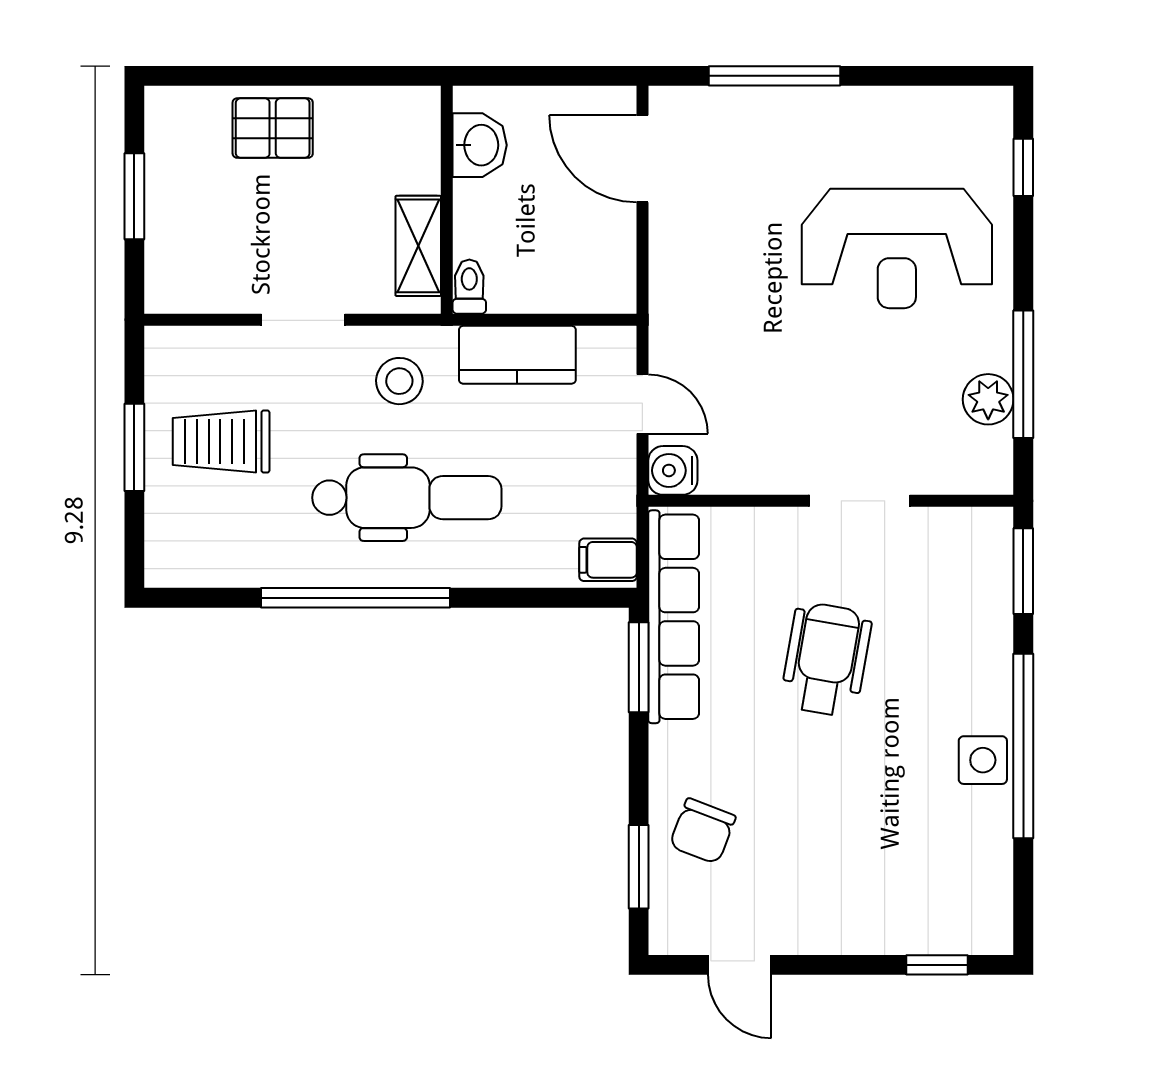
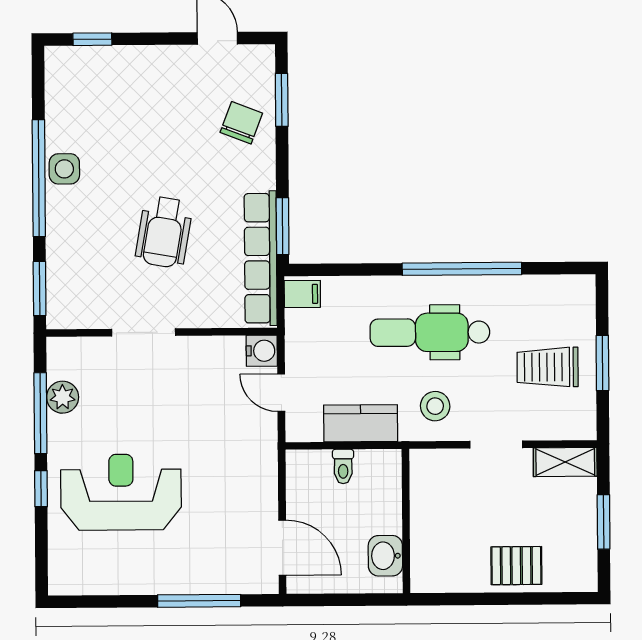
window: (1023, 167) -> (41, 489), moved
shelving: (418, 246) -> (565, 462), moved, turned 90
toilet: (469, 287) -> (343, 466), moved
trolley: (221, 442) -> (548, 367), turned 180

